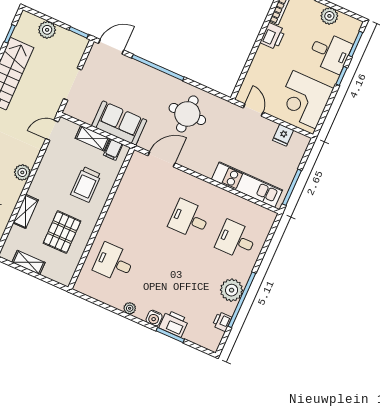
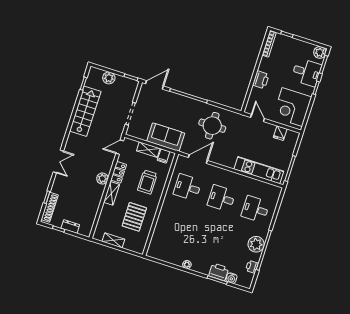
plant: (329, 16) -> (320, 52), moved
printer: (273, 36) -> (261, 80), moved
locker: (46, 166) -> (119, 172), added
shelving: (26, 211) -> (111, 193), moved
desk: (114, 263) -> (188, 187), moved
water cooler: (154, 318) -> (232, 278), moved

